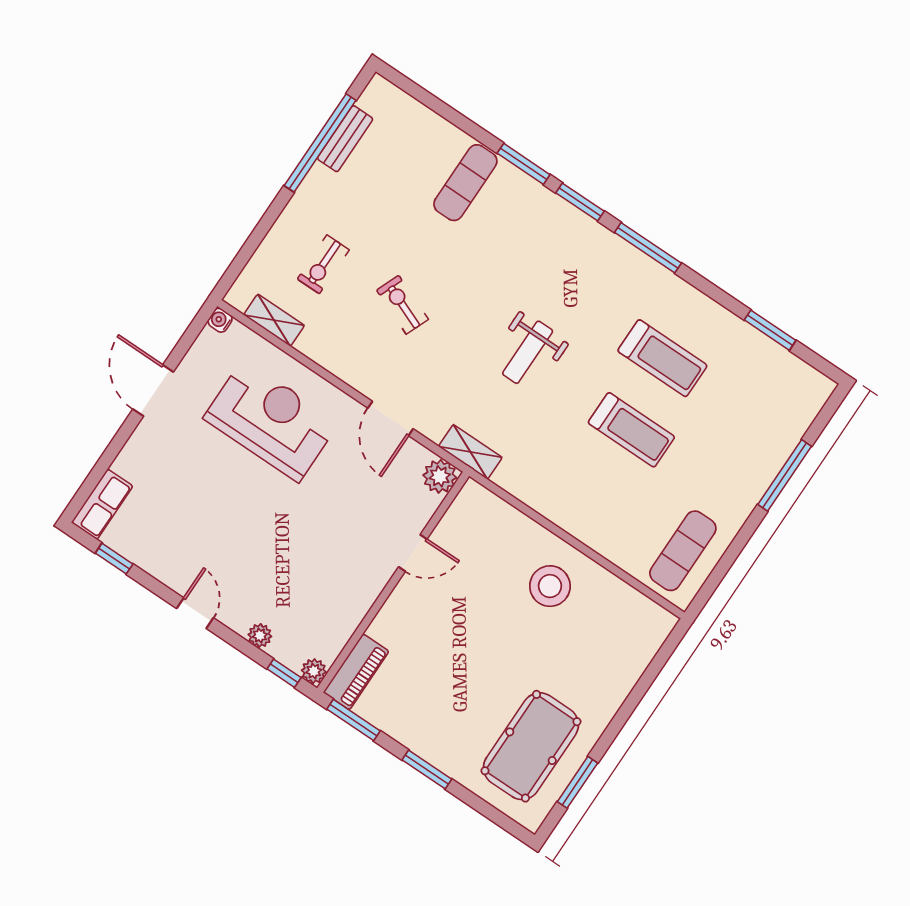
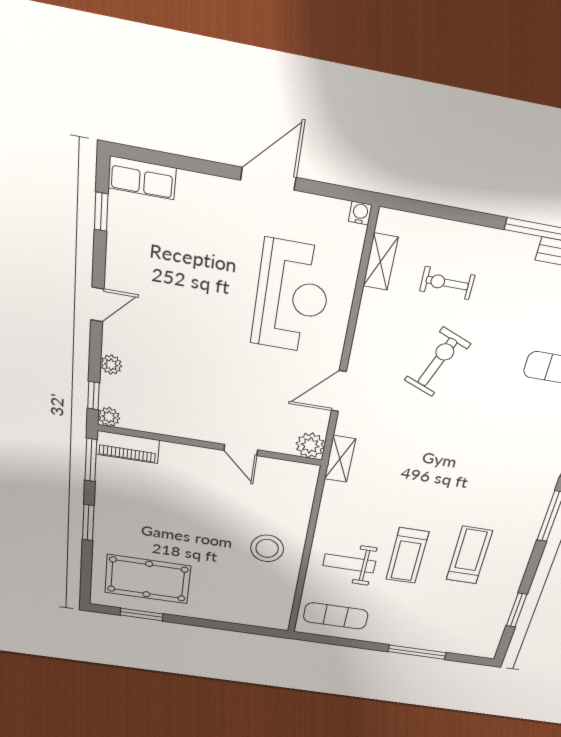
exercise bike: (402, 305) -> (437, 362), width x1.38, depth x1.39
weight bench: (528, 352) -> (349, 563), moved
treadmill: (662, 358) -> (469, 555), turned 180

